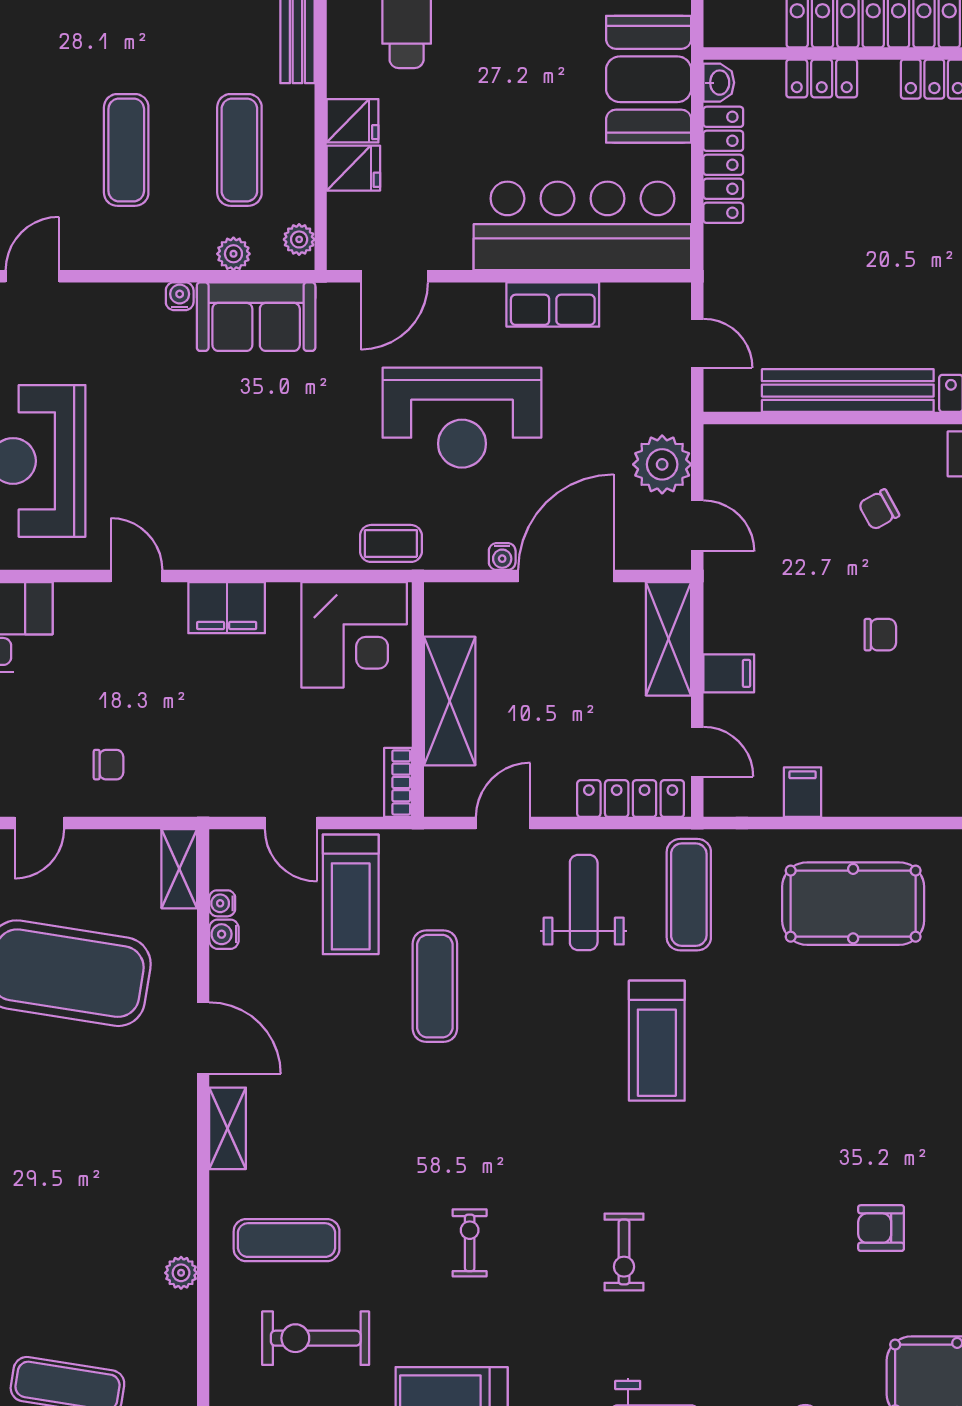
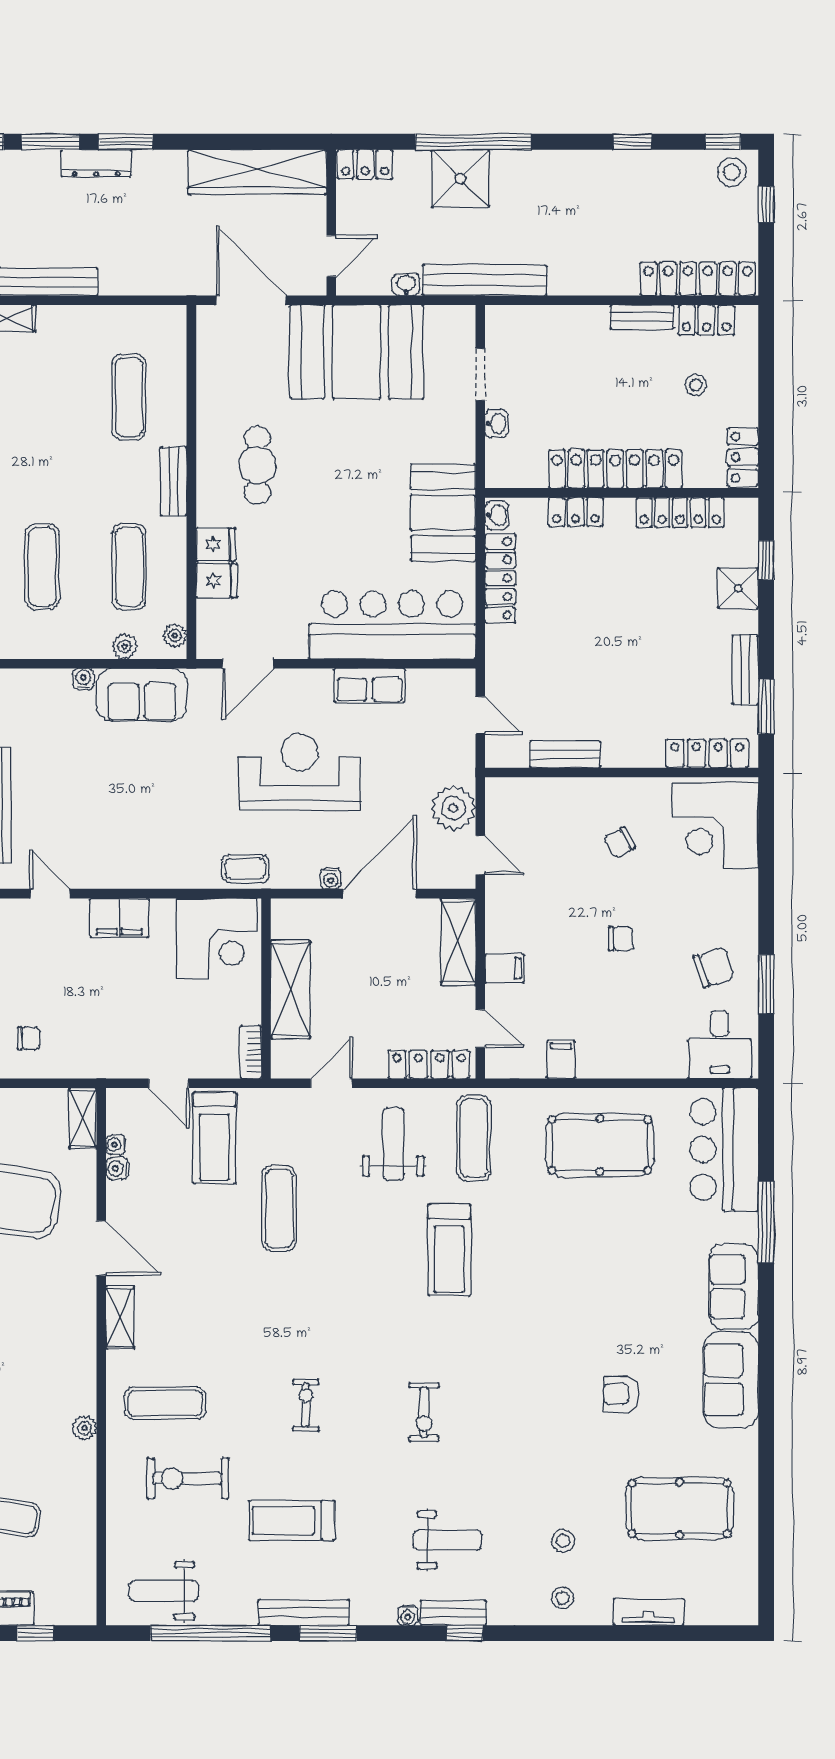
bench: (848, 391) -> (565, 754), width x0.54, depth x0.82
reception desk: (462, 418) -> (300, 772), turned 180

